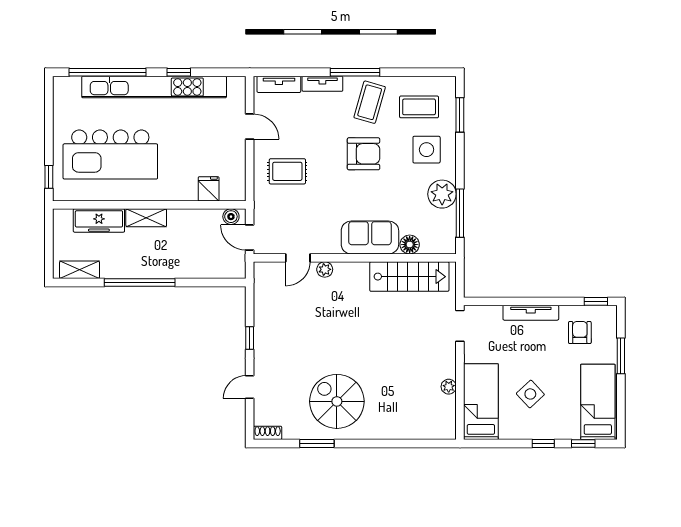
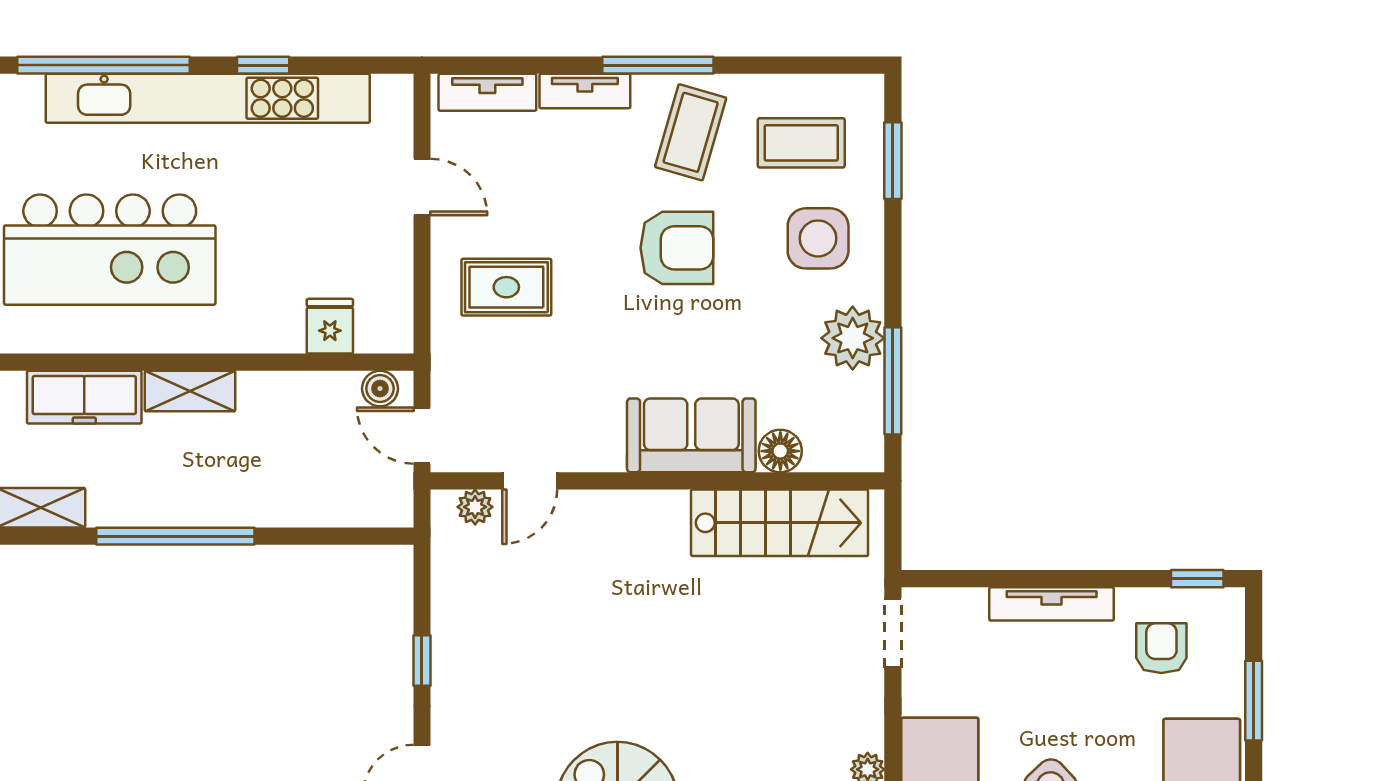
plant: (325, 269) -> (475, 507), moved

